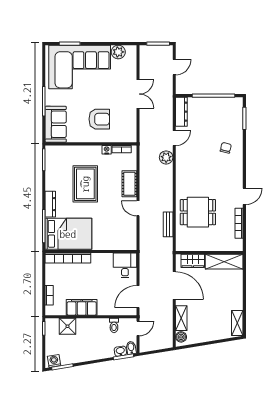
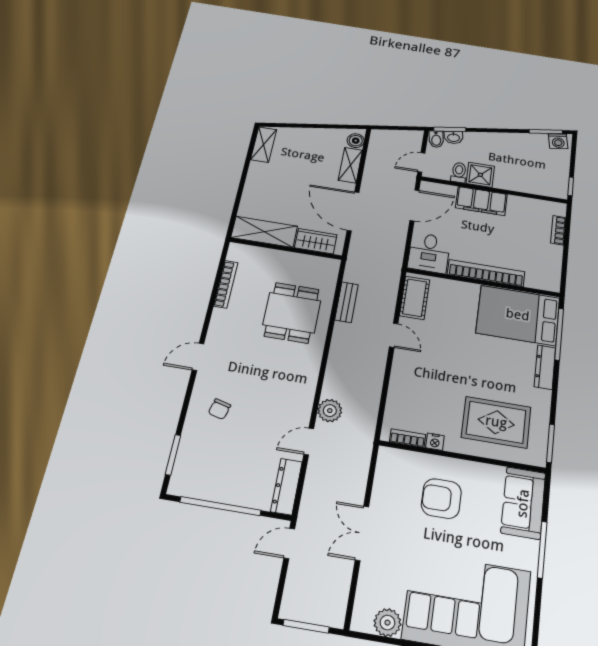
door: (174, 67) -> (289, 544), moved
rug: (85, 184) -> (496, 422), moved, turned 90
cot: (129, 184) -> (415, 298), moved
door: (244, 196) -> (198, 357), moved
dining table: (198, 212) -> (292, 313), turned 90
bookcase: (68, 258) -> (486, 273), moved
filing cabinet: (82, 307) -> (481, 201), moved
shower: (68, 326) -> (480, 175), moved

